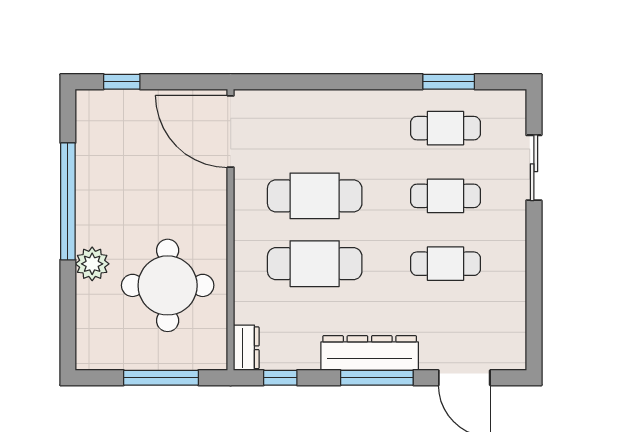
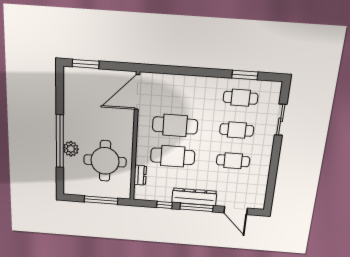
window: (122, 82) -> (86, 64), width x1.50
door: (231, 131) -> (137, 92), hinge flipped
window: (68, 201) -> (60, 141), moved
dresser: (246, 348) -> (140, 175), moved
window: (280, 378) -> (165, 205), moved

